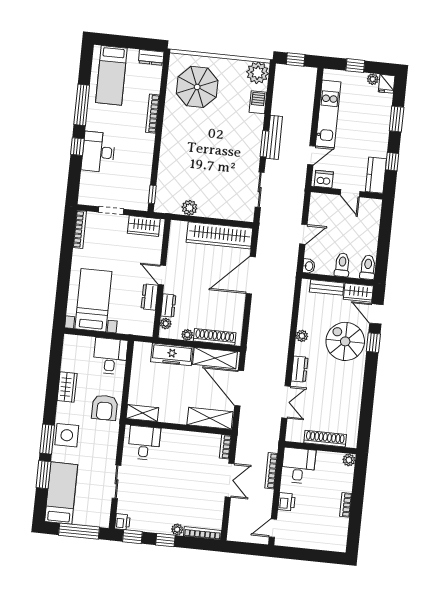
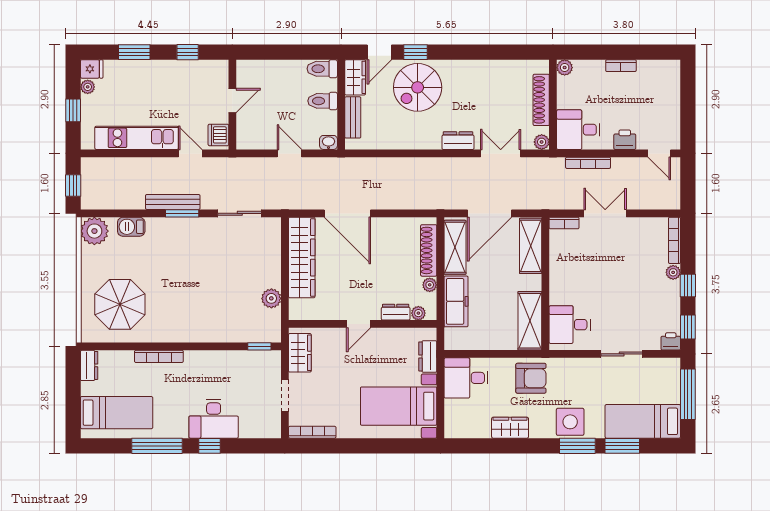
kitchen counter: (376, 175) -> (207, 71), removed
dresser: (150, 297) -> (428, 356), moved, turned 90
plant: (302, 336) -> (542, 142), moved
shelving: (142, 413) -> (530, 321), width x1.50, depth x1.33

